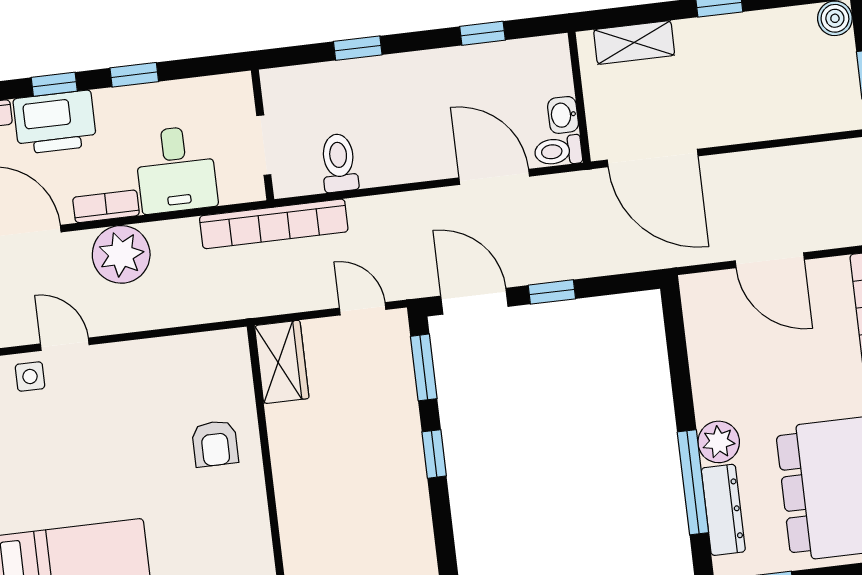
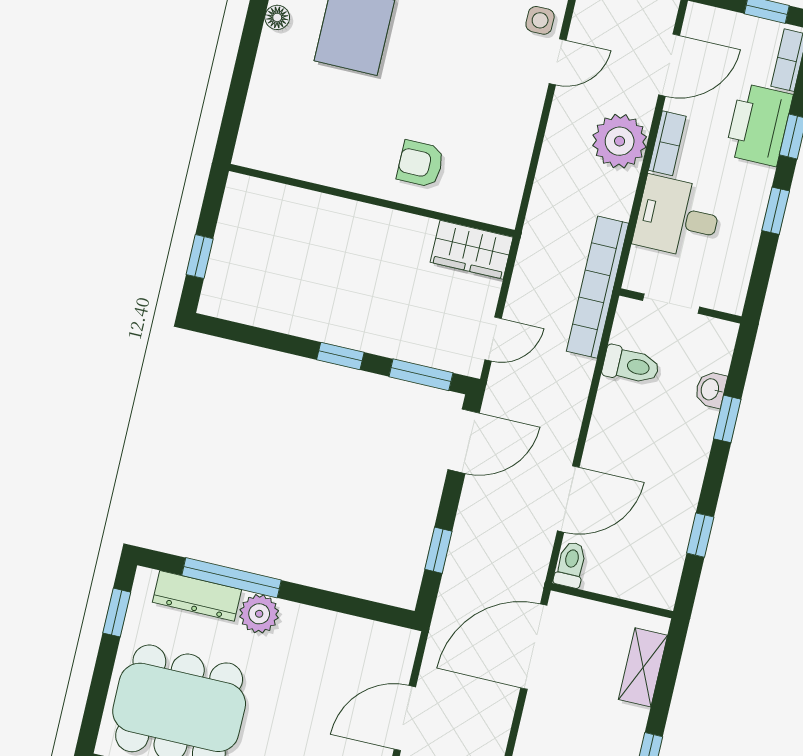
washbasin: (563, 115) -> (711, 389), moved, turned -90
window: (552, 292) -> (438, 550), moved

